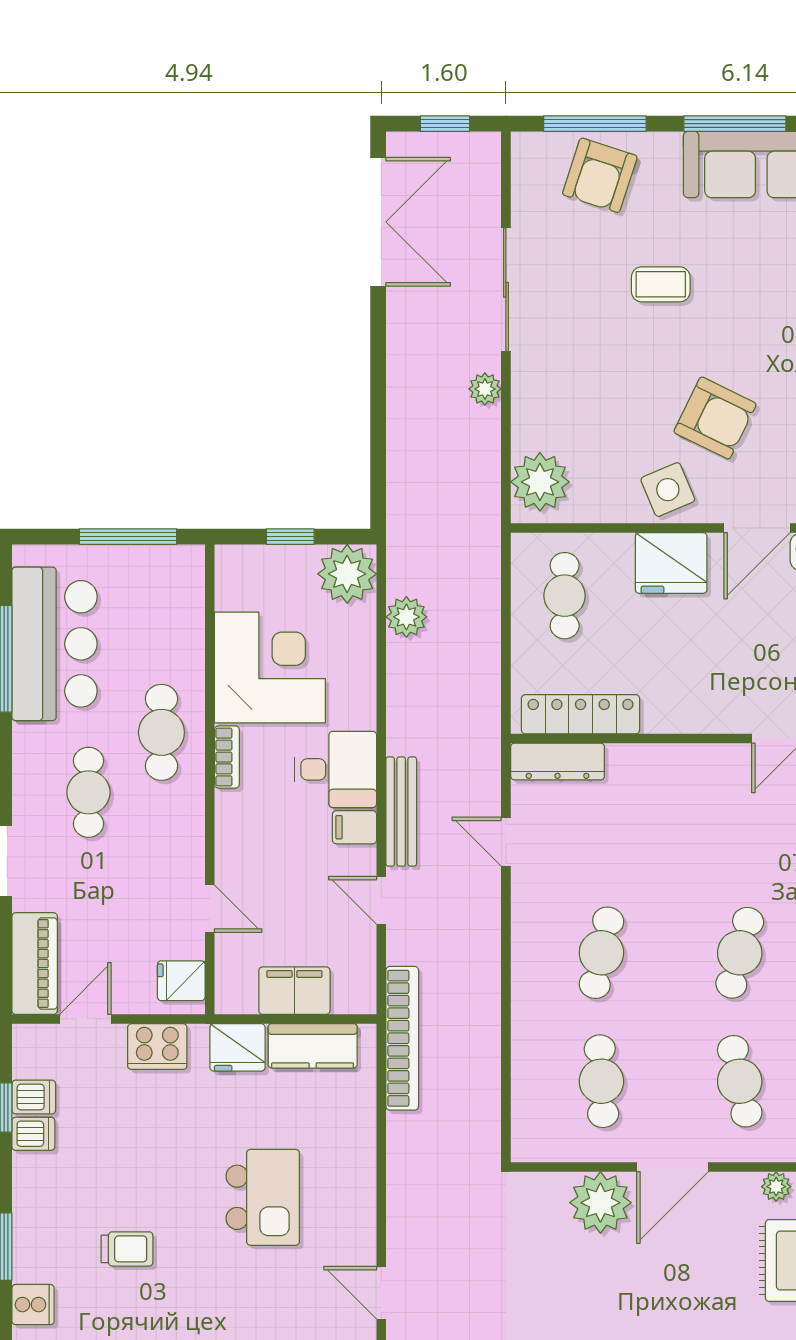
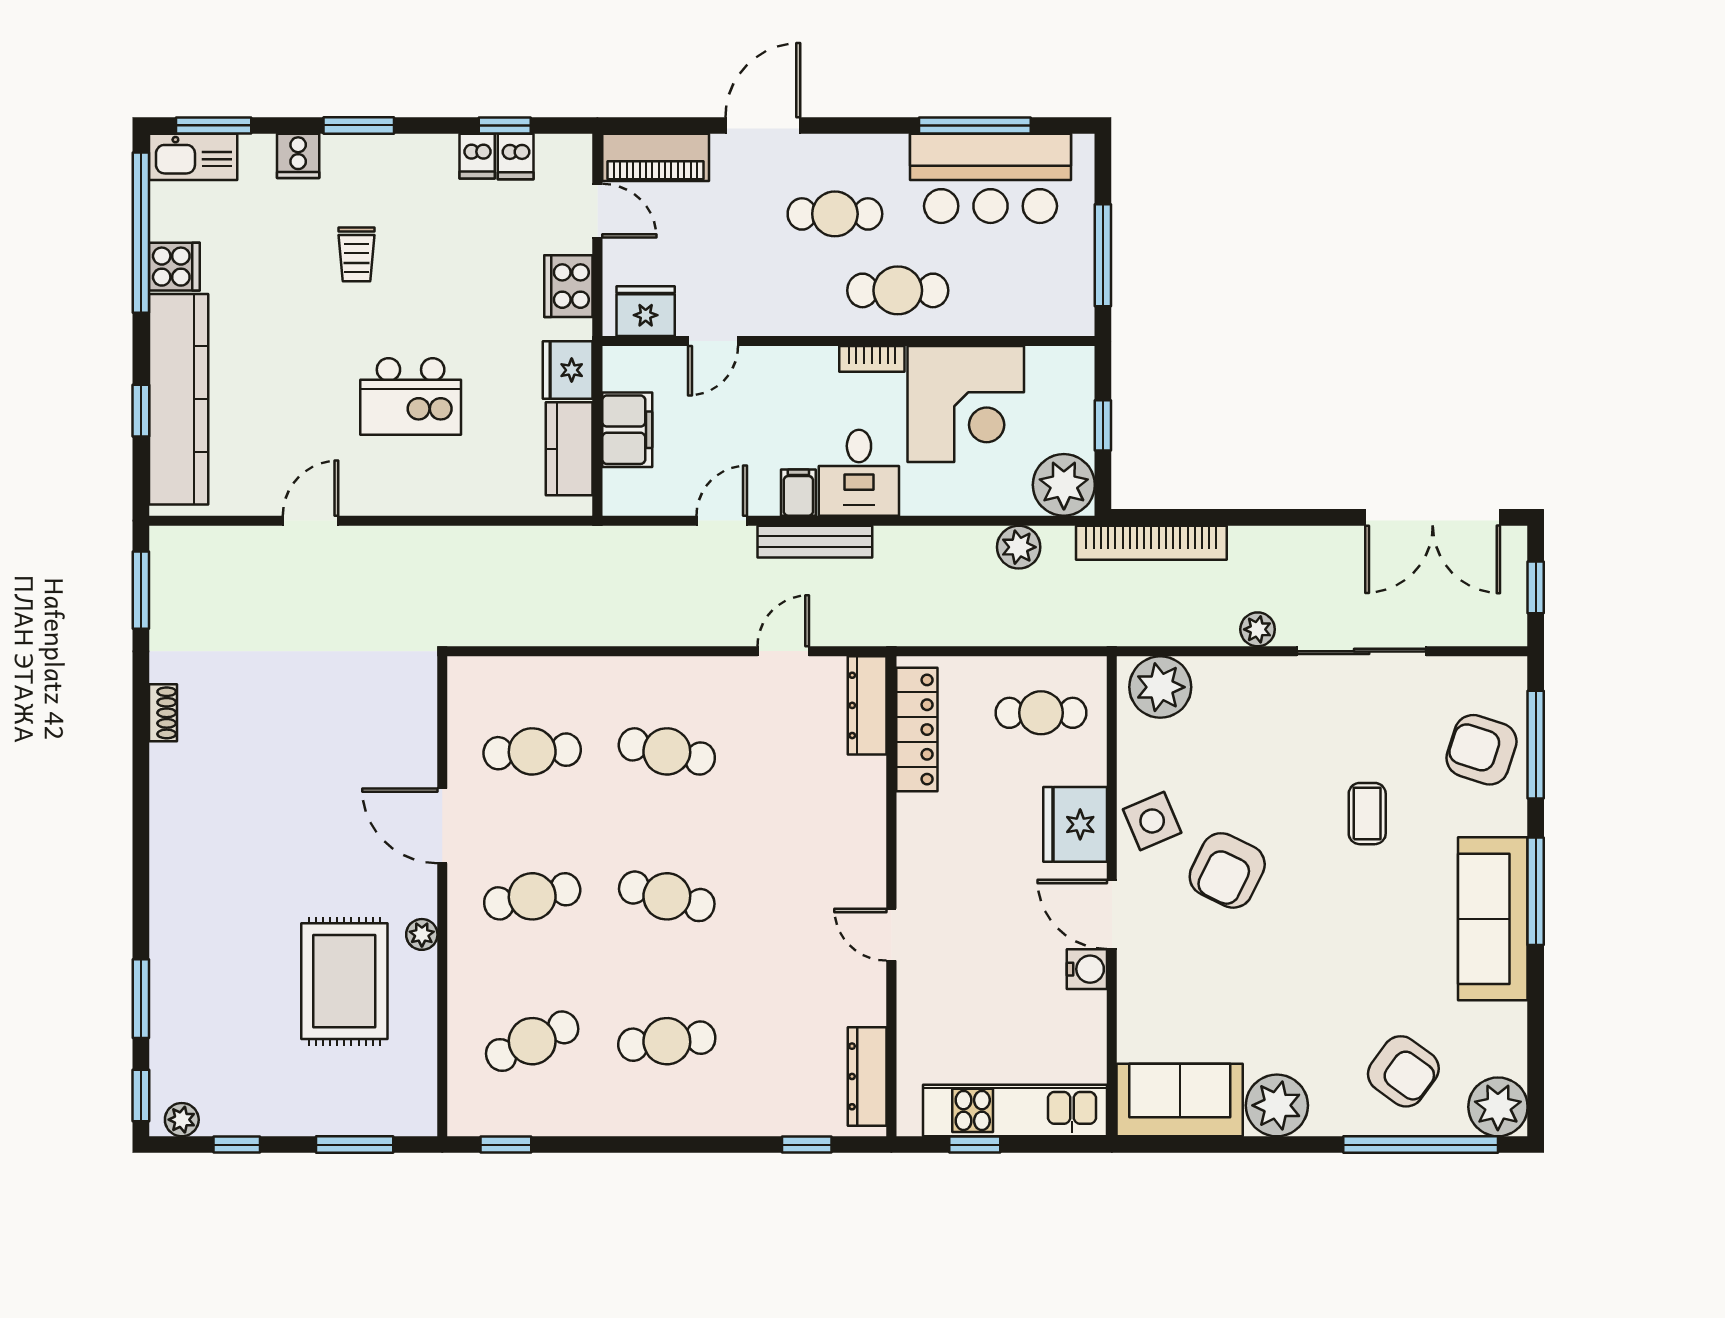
fridge: (181, 981) -> (646, 311), width x1.38
bookcase: (402, 1038) -> (1151, 543), moved
plant: (600, 1203) -> (405, 750), removed

